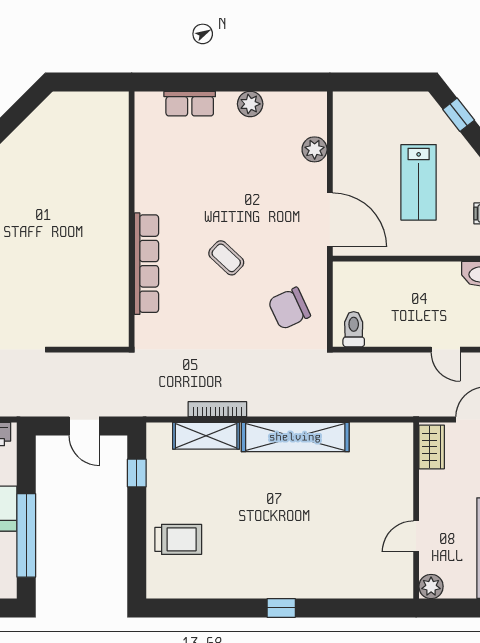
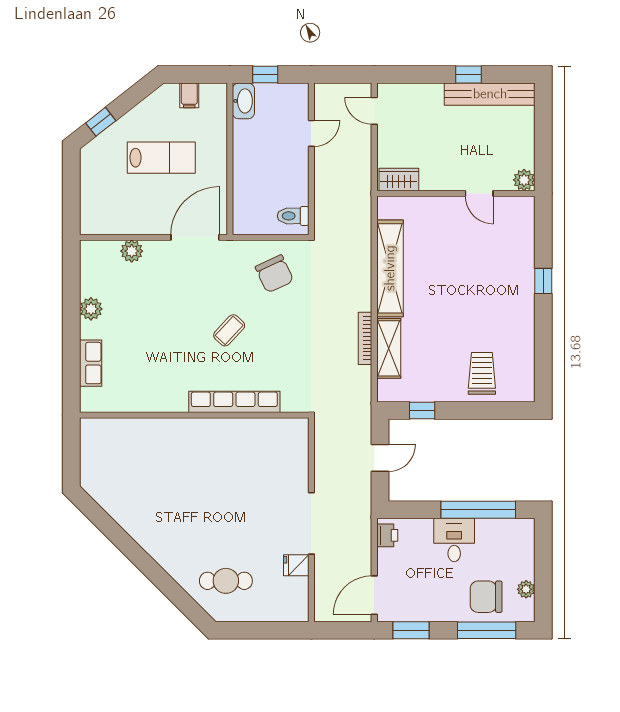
wardrobe: (432, 447) -> (399, 179), moved
wall: (416, 510) -> (456, 193), moved
door: (416, 536) -> (479, 193), moved
plant: (431, 586) -> (524, 180), moved

